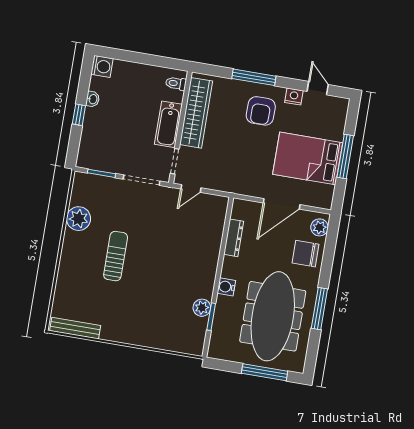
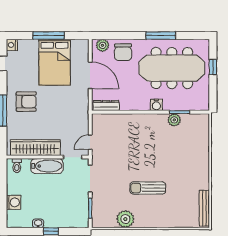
washing machine: (102, 66) -> (14, 202), moved, turned 90
nightstand: (294, 97) -> (12, 45), moved
door: (191, 188) -> (90, 142), swing flipped
dresser: (234, 238) -> (106, 106), moved
window: (265, 372) -> (213, 67), width x0.46

